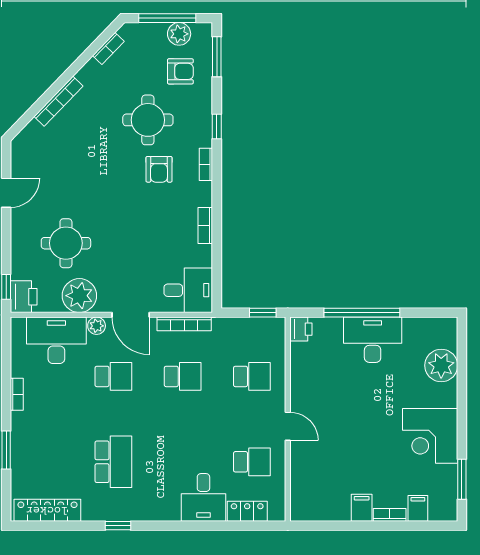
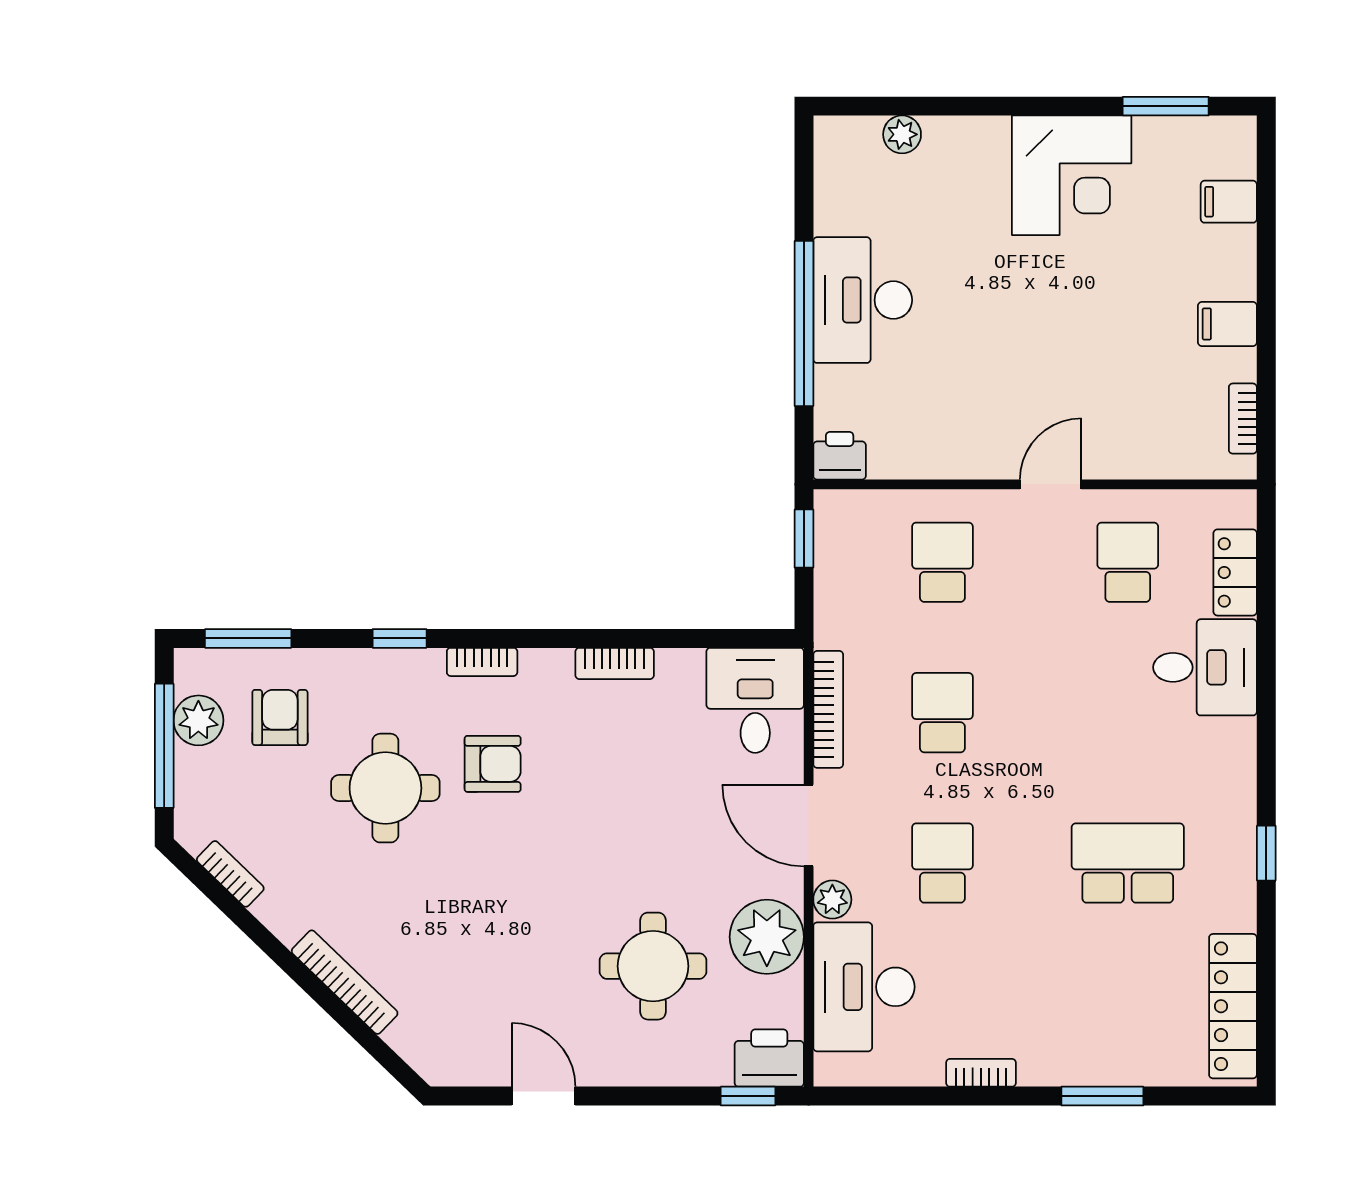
door: (131, 315) -> (809, 825), swing flipped
plant: (441, 365) -> (902, 134), width x0.53, depth x0.53
bookcase: (390, 515) -> (1243, 419), moved

